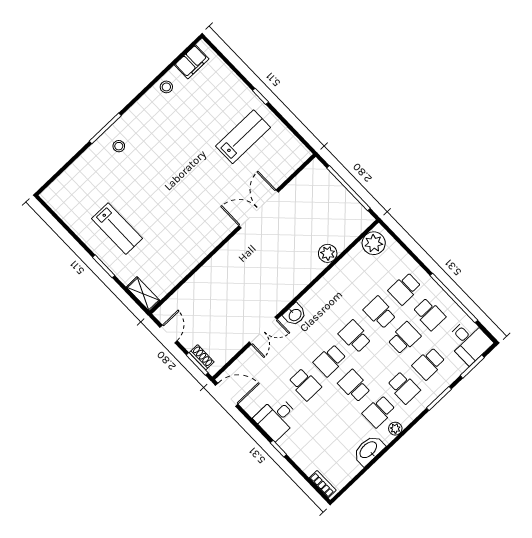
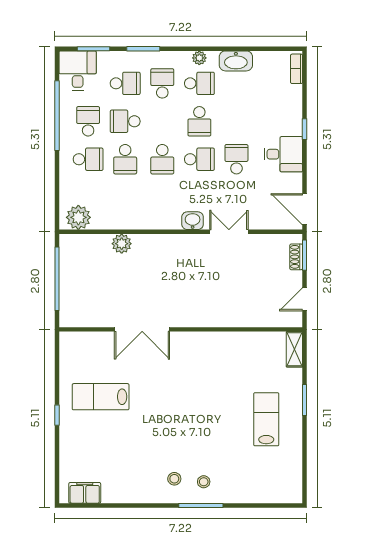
stool: (166, 87) -> (174, 479), moved

